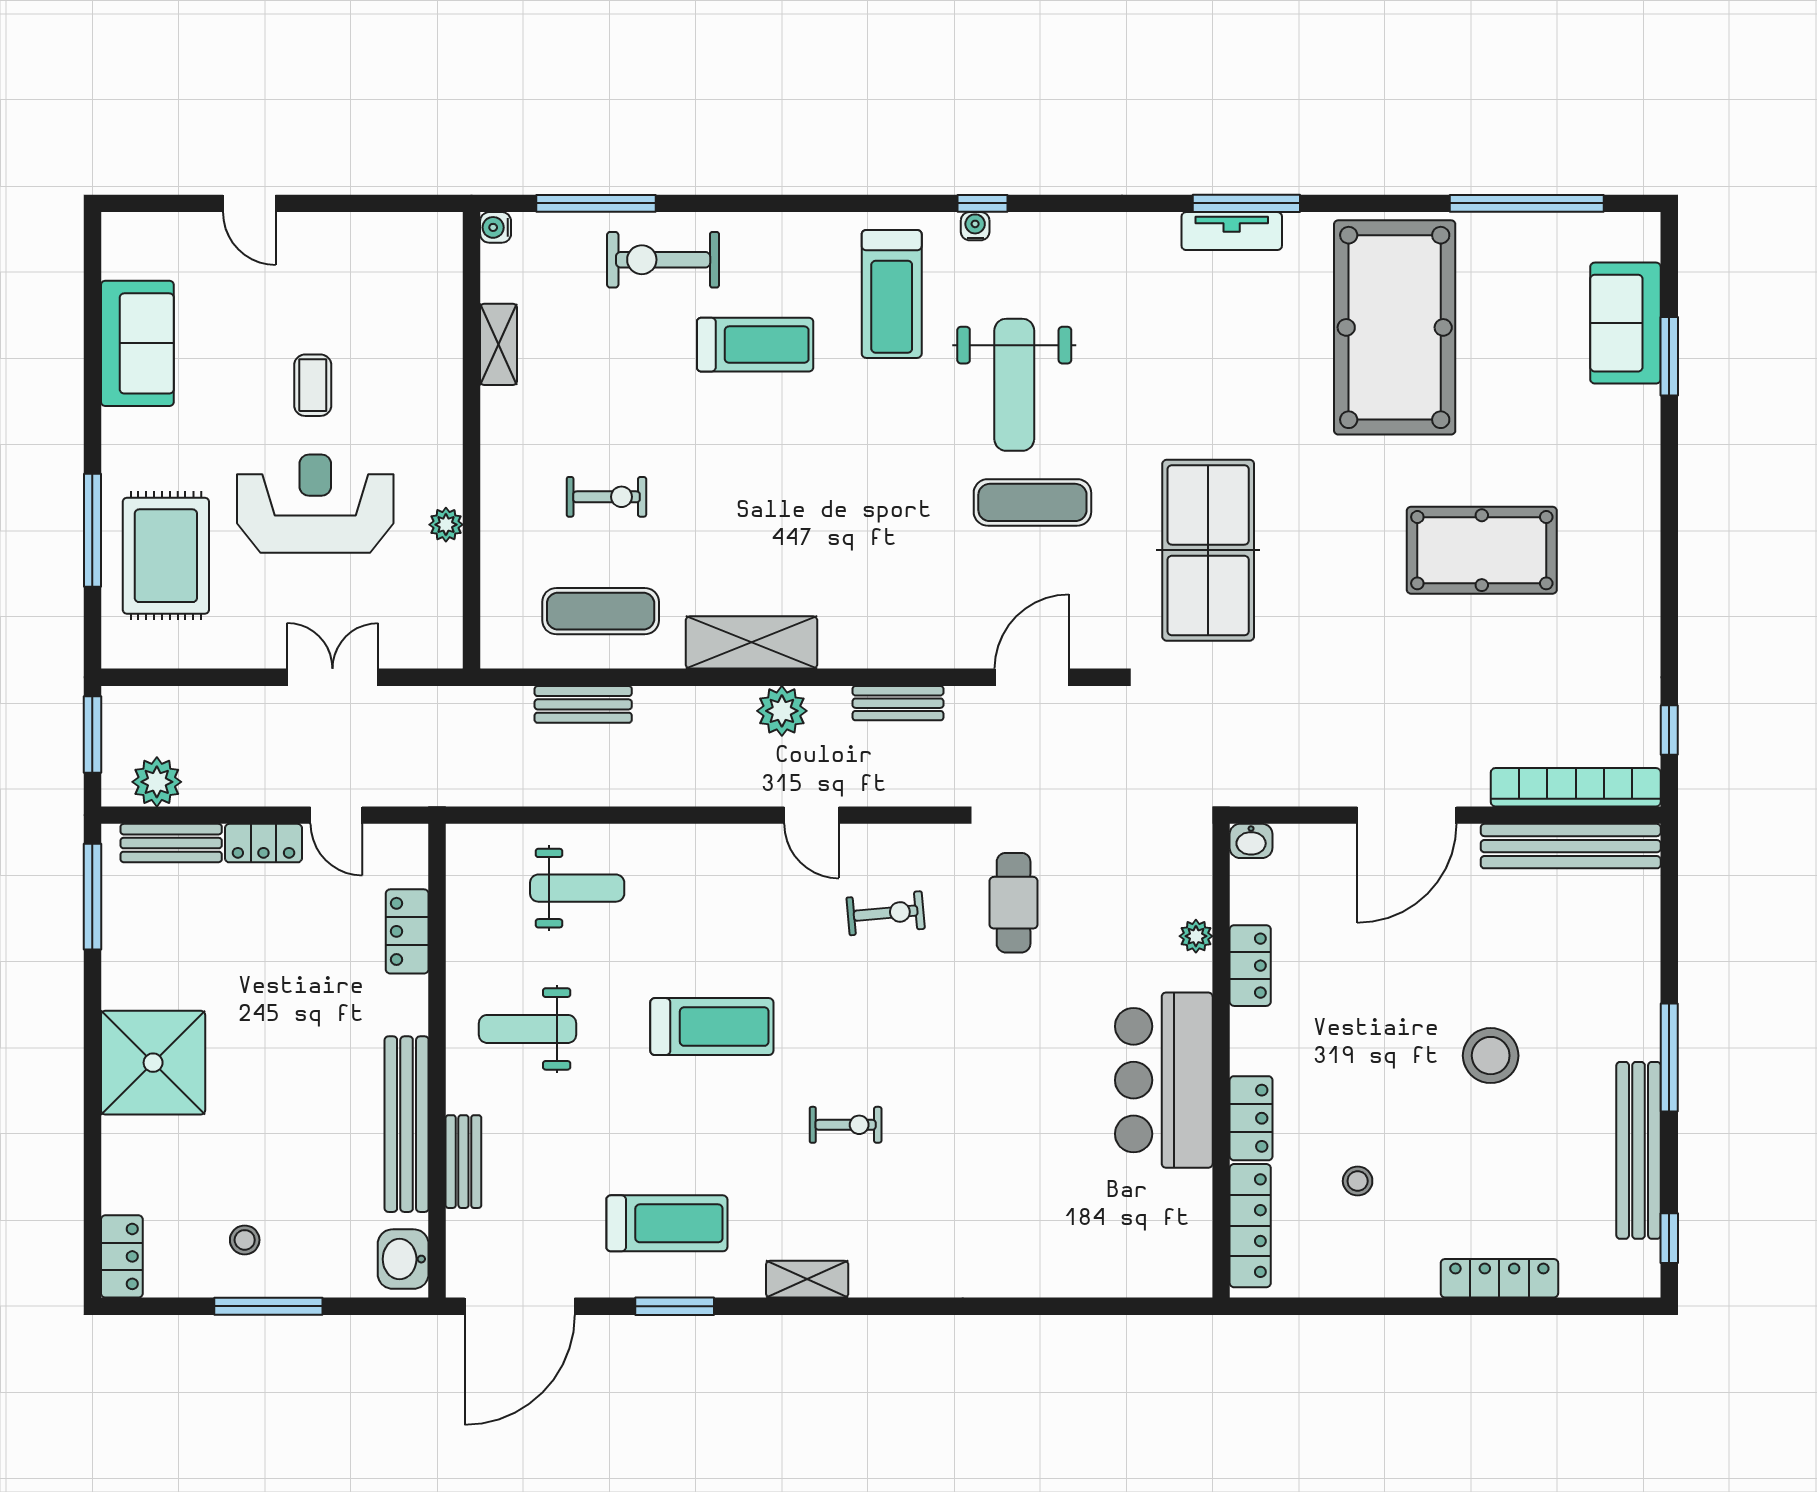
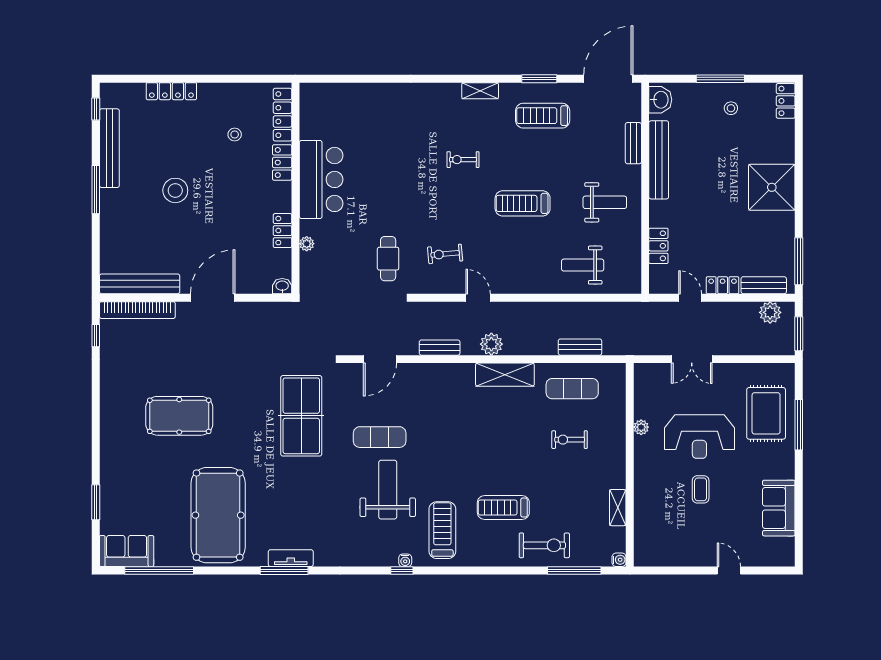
sofa: (1625, 323) -> (127, 551), moved, turned -90

